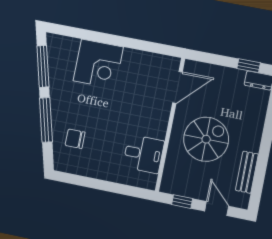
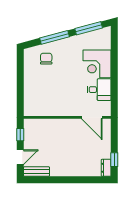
spiral stairs: (206, 139) -> (62, 142), removed
desk: (143, 154) -> (99, 90), moved, turned -90
bench: (247, 172) -> (36, 172), moved

